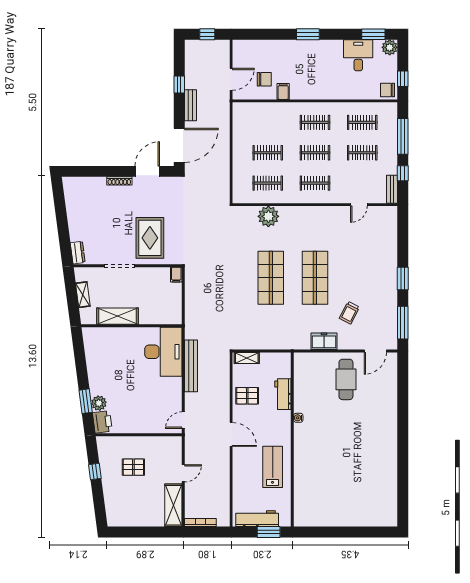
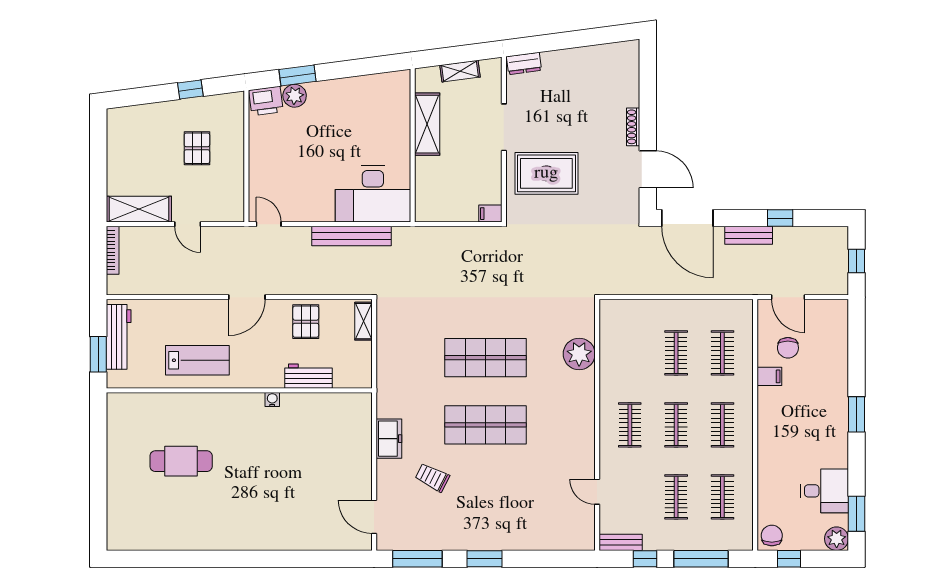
clothes rail: (268, 183) -> (722, 353), moved
cafe table: (346, 379) -> (181, 461), moved

